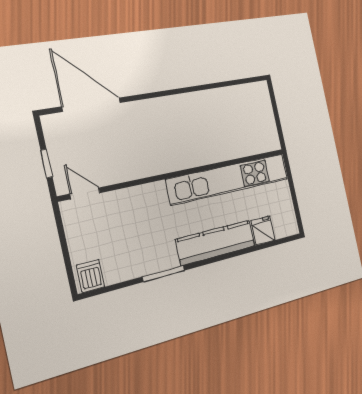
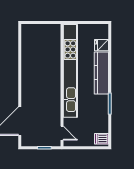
kitchen unit: (229, 179) -> (70, 71), width x1.36
door: (85, 193) -> (62, 133), swing flipped

